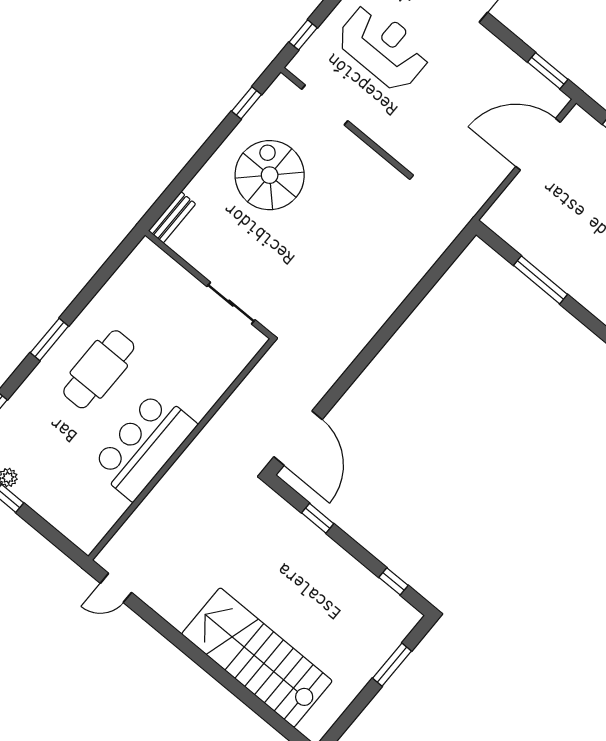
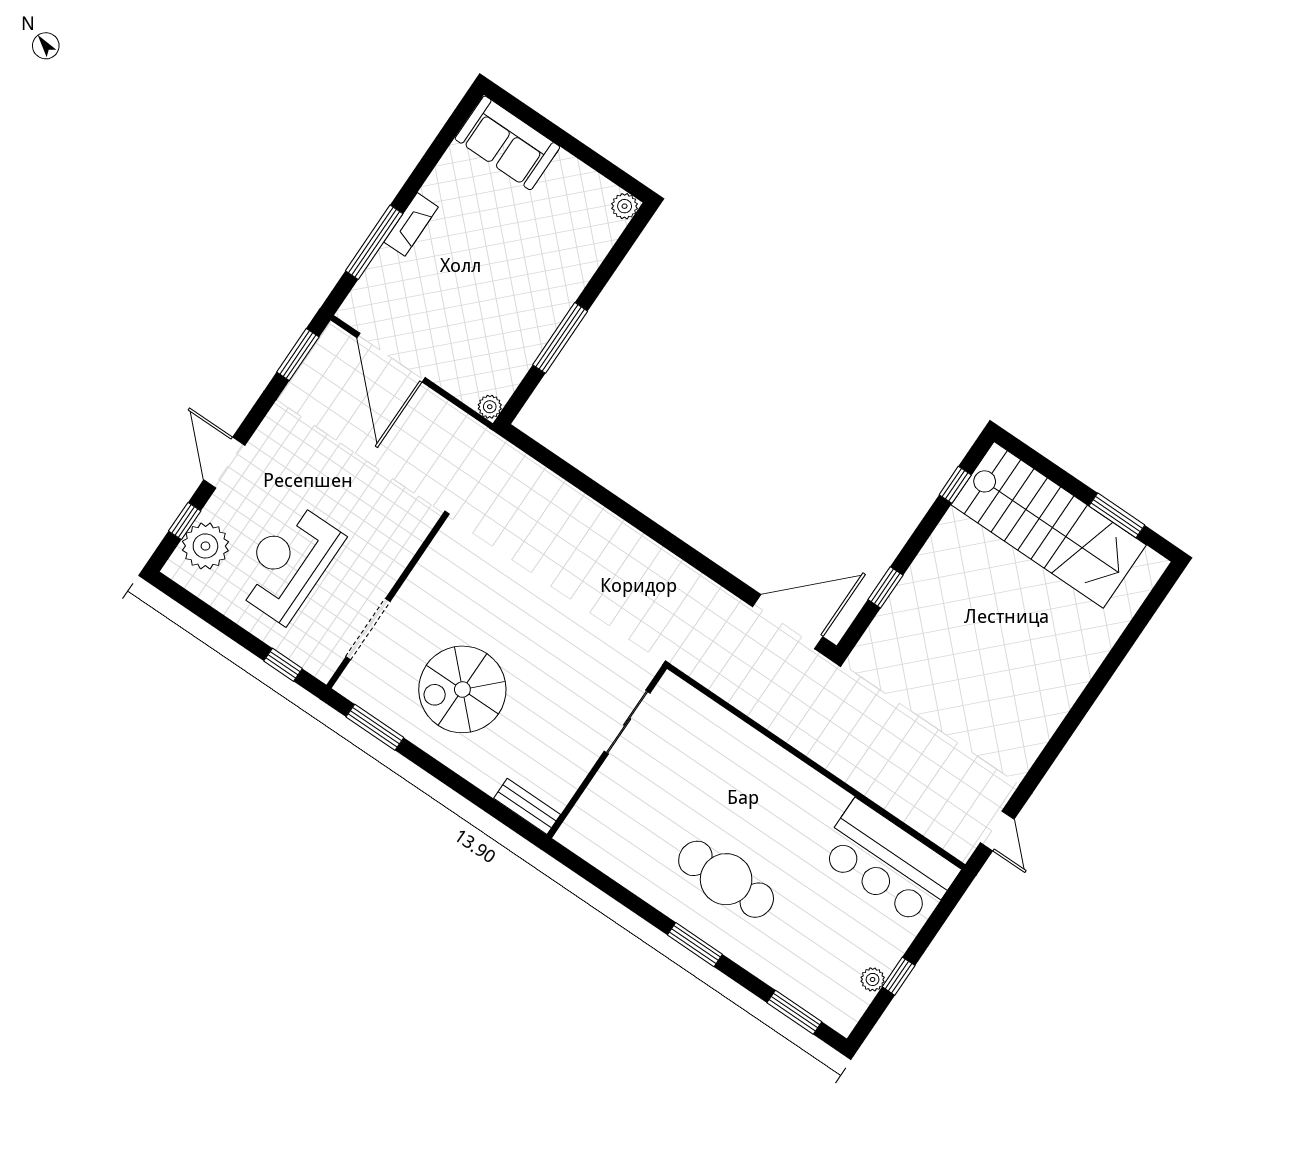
window: (247, 103) -> (375, 727), width x1.50
plant: (492, 219) -> (490, 407), added
bar counter: (144, 446) -> (888, 863), moved
stairs: (257, 657) -> (1049, 525), moved, turned -90
window: (392, 665) -> (1117, 515), moved

